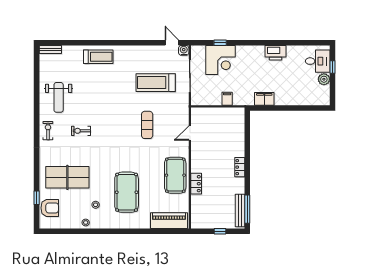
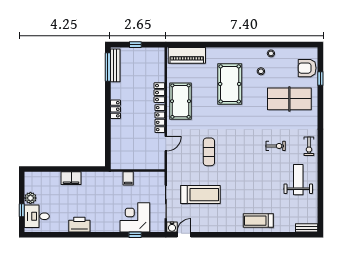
door: (172, 43) -> (184, 235), swing flipped
filing cabinet: (264, 99) -> (71, 178), moved
locker: (196, 158) -> (160, 119), added

